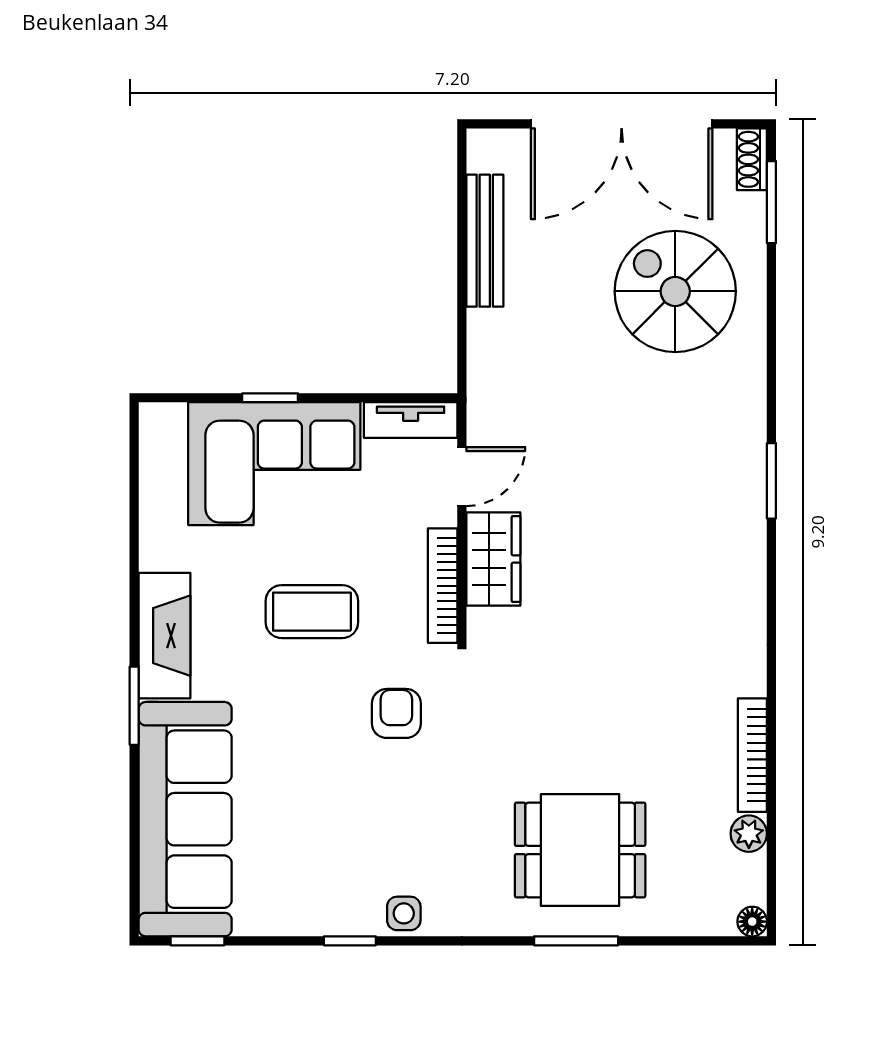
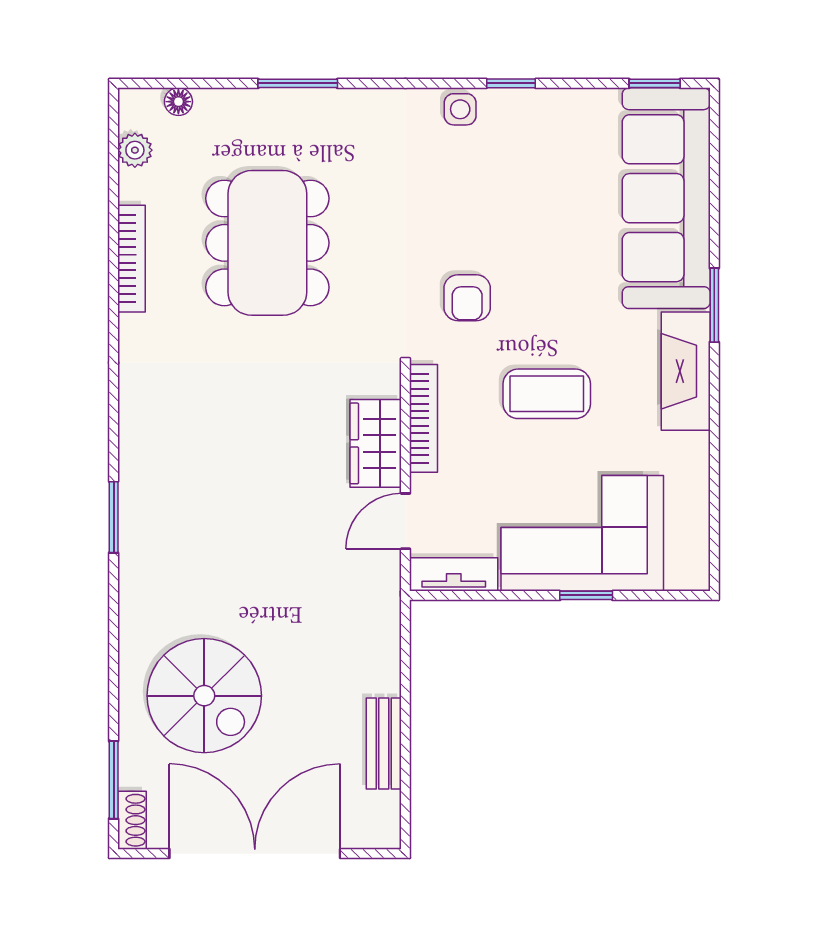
bench: (485, 241) -> (384, 743), width x0.73
plant: (749, 834) -> (135, 150), moved
dining table: (580, 850) -> (267, 243), moved, width x1.38
floor lamp: (752, 922) -> (178, 102), moved

